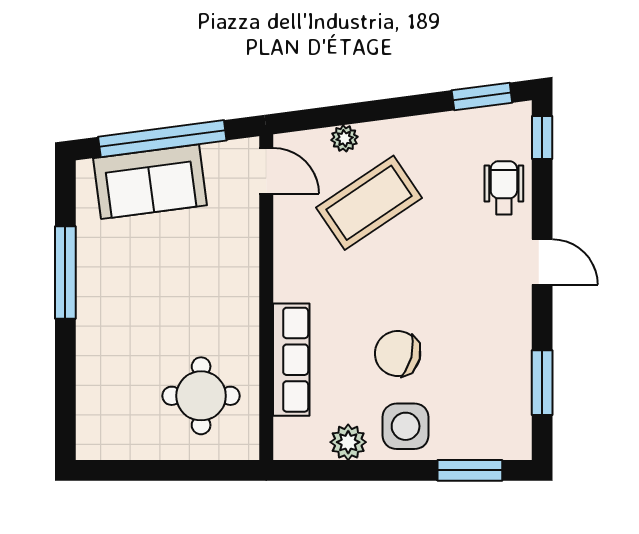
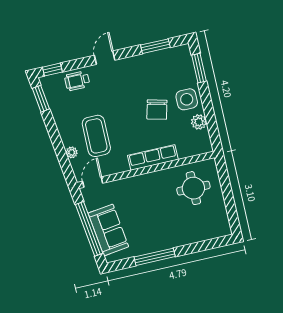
coffee table: (369, 203) -> (96, 136), turned 34
row of seats: (291, 360) -> (153, 157), moved

